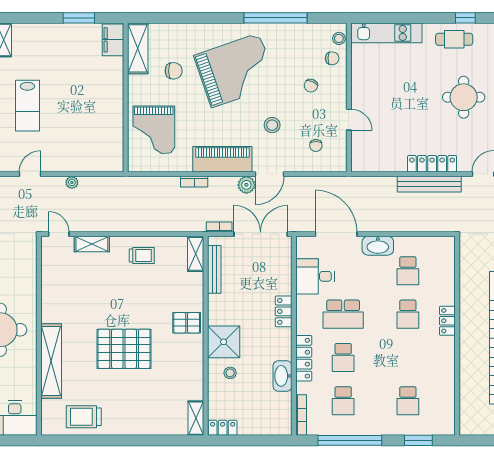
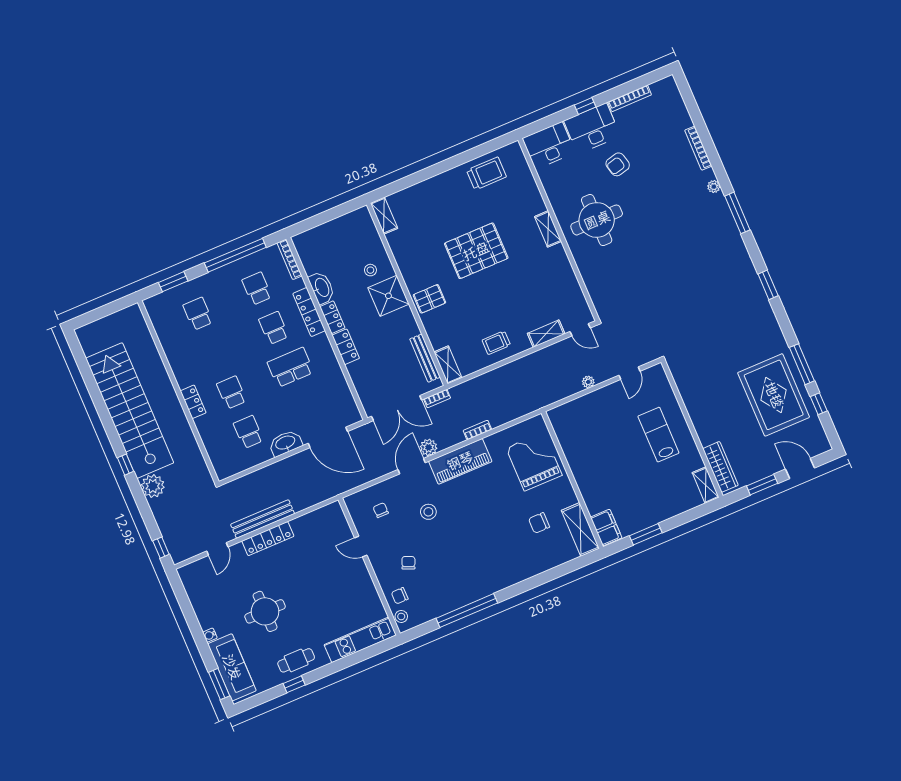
grand piano: (235, 70) -> (483, 547), removed
desk: (315, 276) -> (331, 391), removed
shelving: (51, 361) -> (548, 229), width x0.45, depth x0.75
locker: (223, 428) -> (332, 317), moved, turned -90

